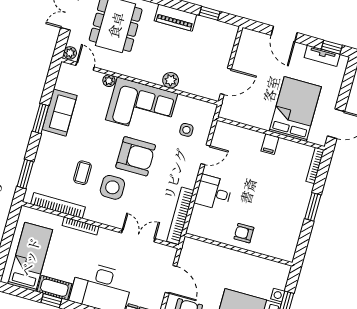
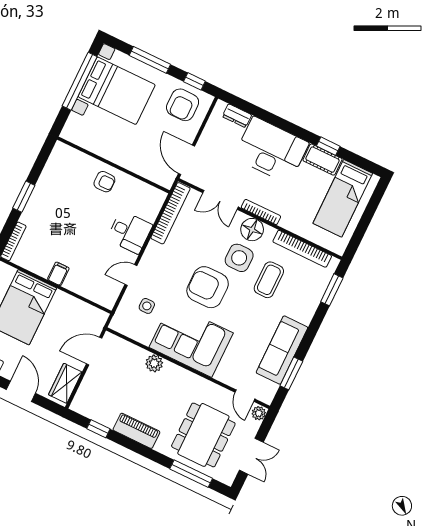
wardrobe: (246, 48) -> (65, 383), added
plant: (109, 81) -> (222, 375), removed
sofa: (60, 113) -> (282, 350), width x1.36
window: (41, 119) -> (291, 373), moved
coffee table: (83, 173) -> (269, 280), width x1.36, depth x1.30
floor lamp: (105, 214) -> (252, 230), added
bookcase: (81, 226) -> (261, 212), moved
door: (171, 279) -> (187, 160), moved

